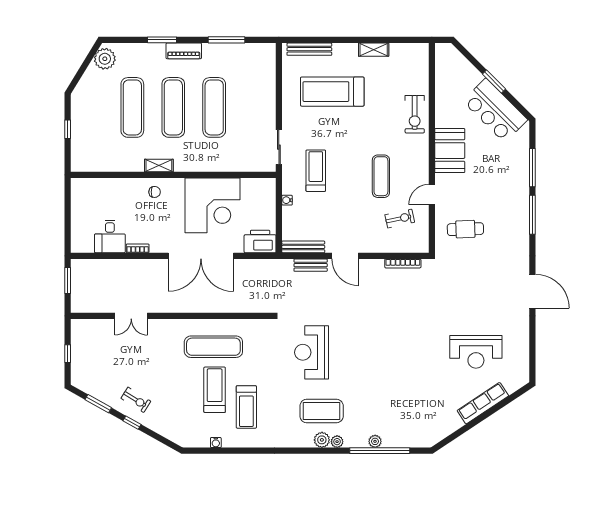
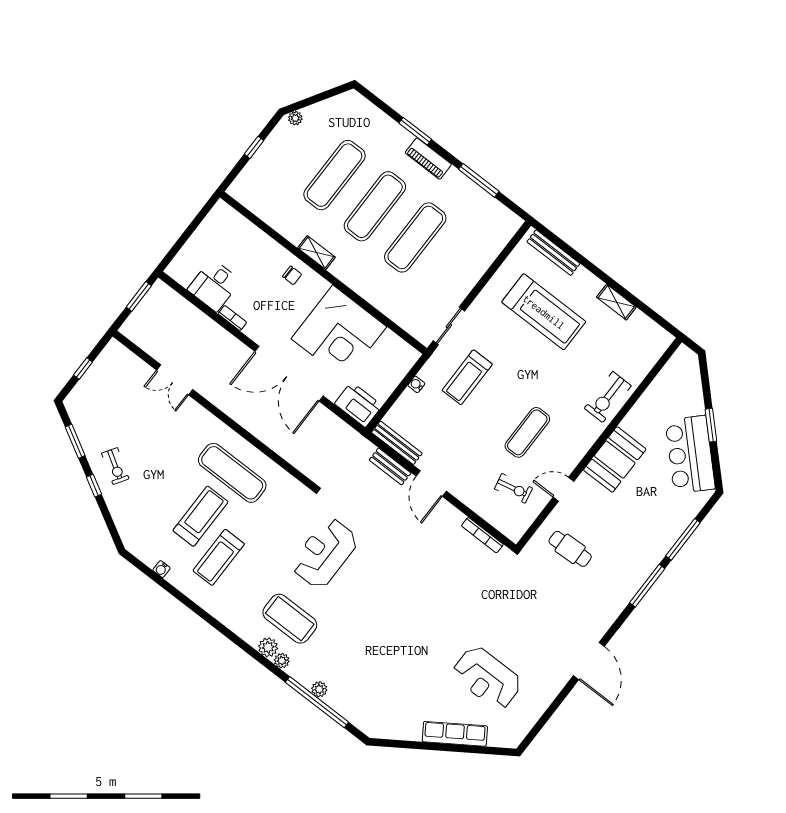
plant: (105, 59) -> (295, 118), moved, width x0.53, depth x0.53
treadmill: (332, 92) -> (544, 312), turned 180
treadmill: (316, 171) -> (467, 377), turned 180

